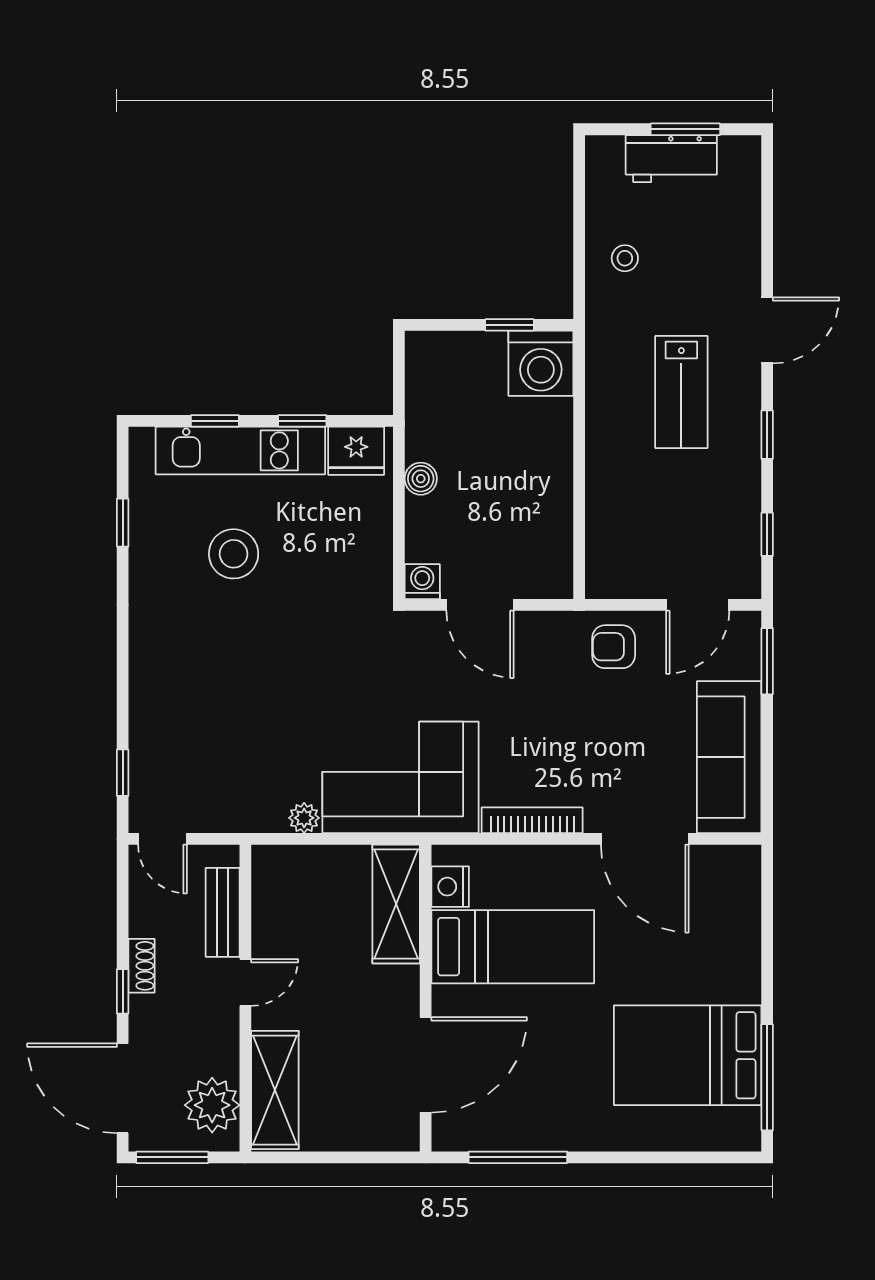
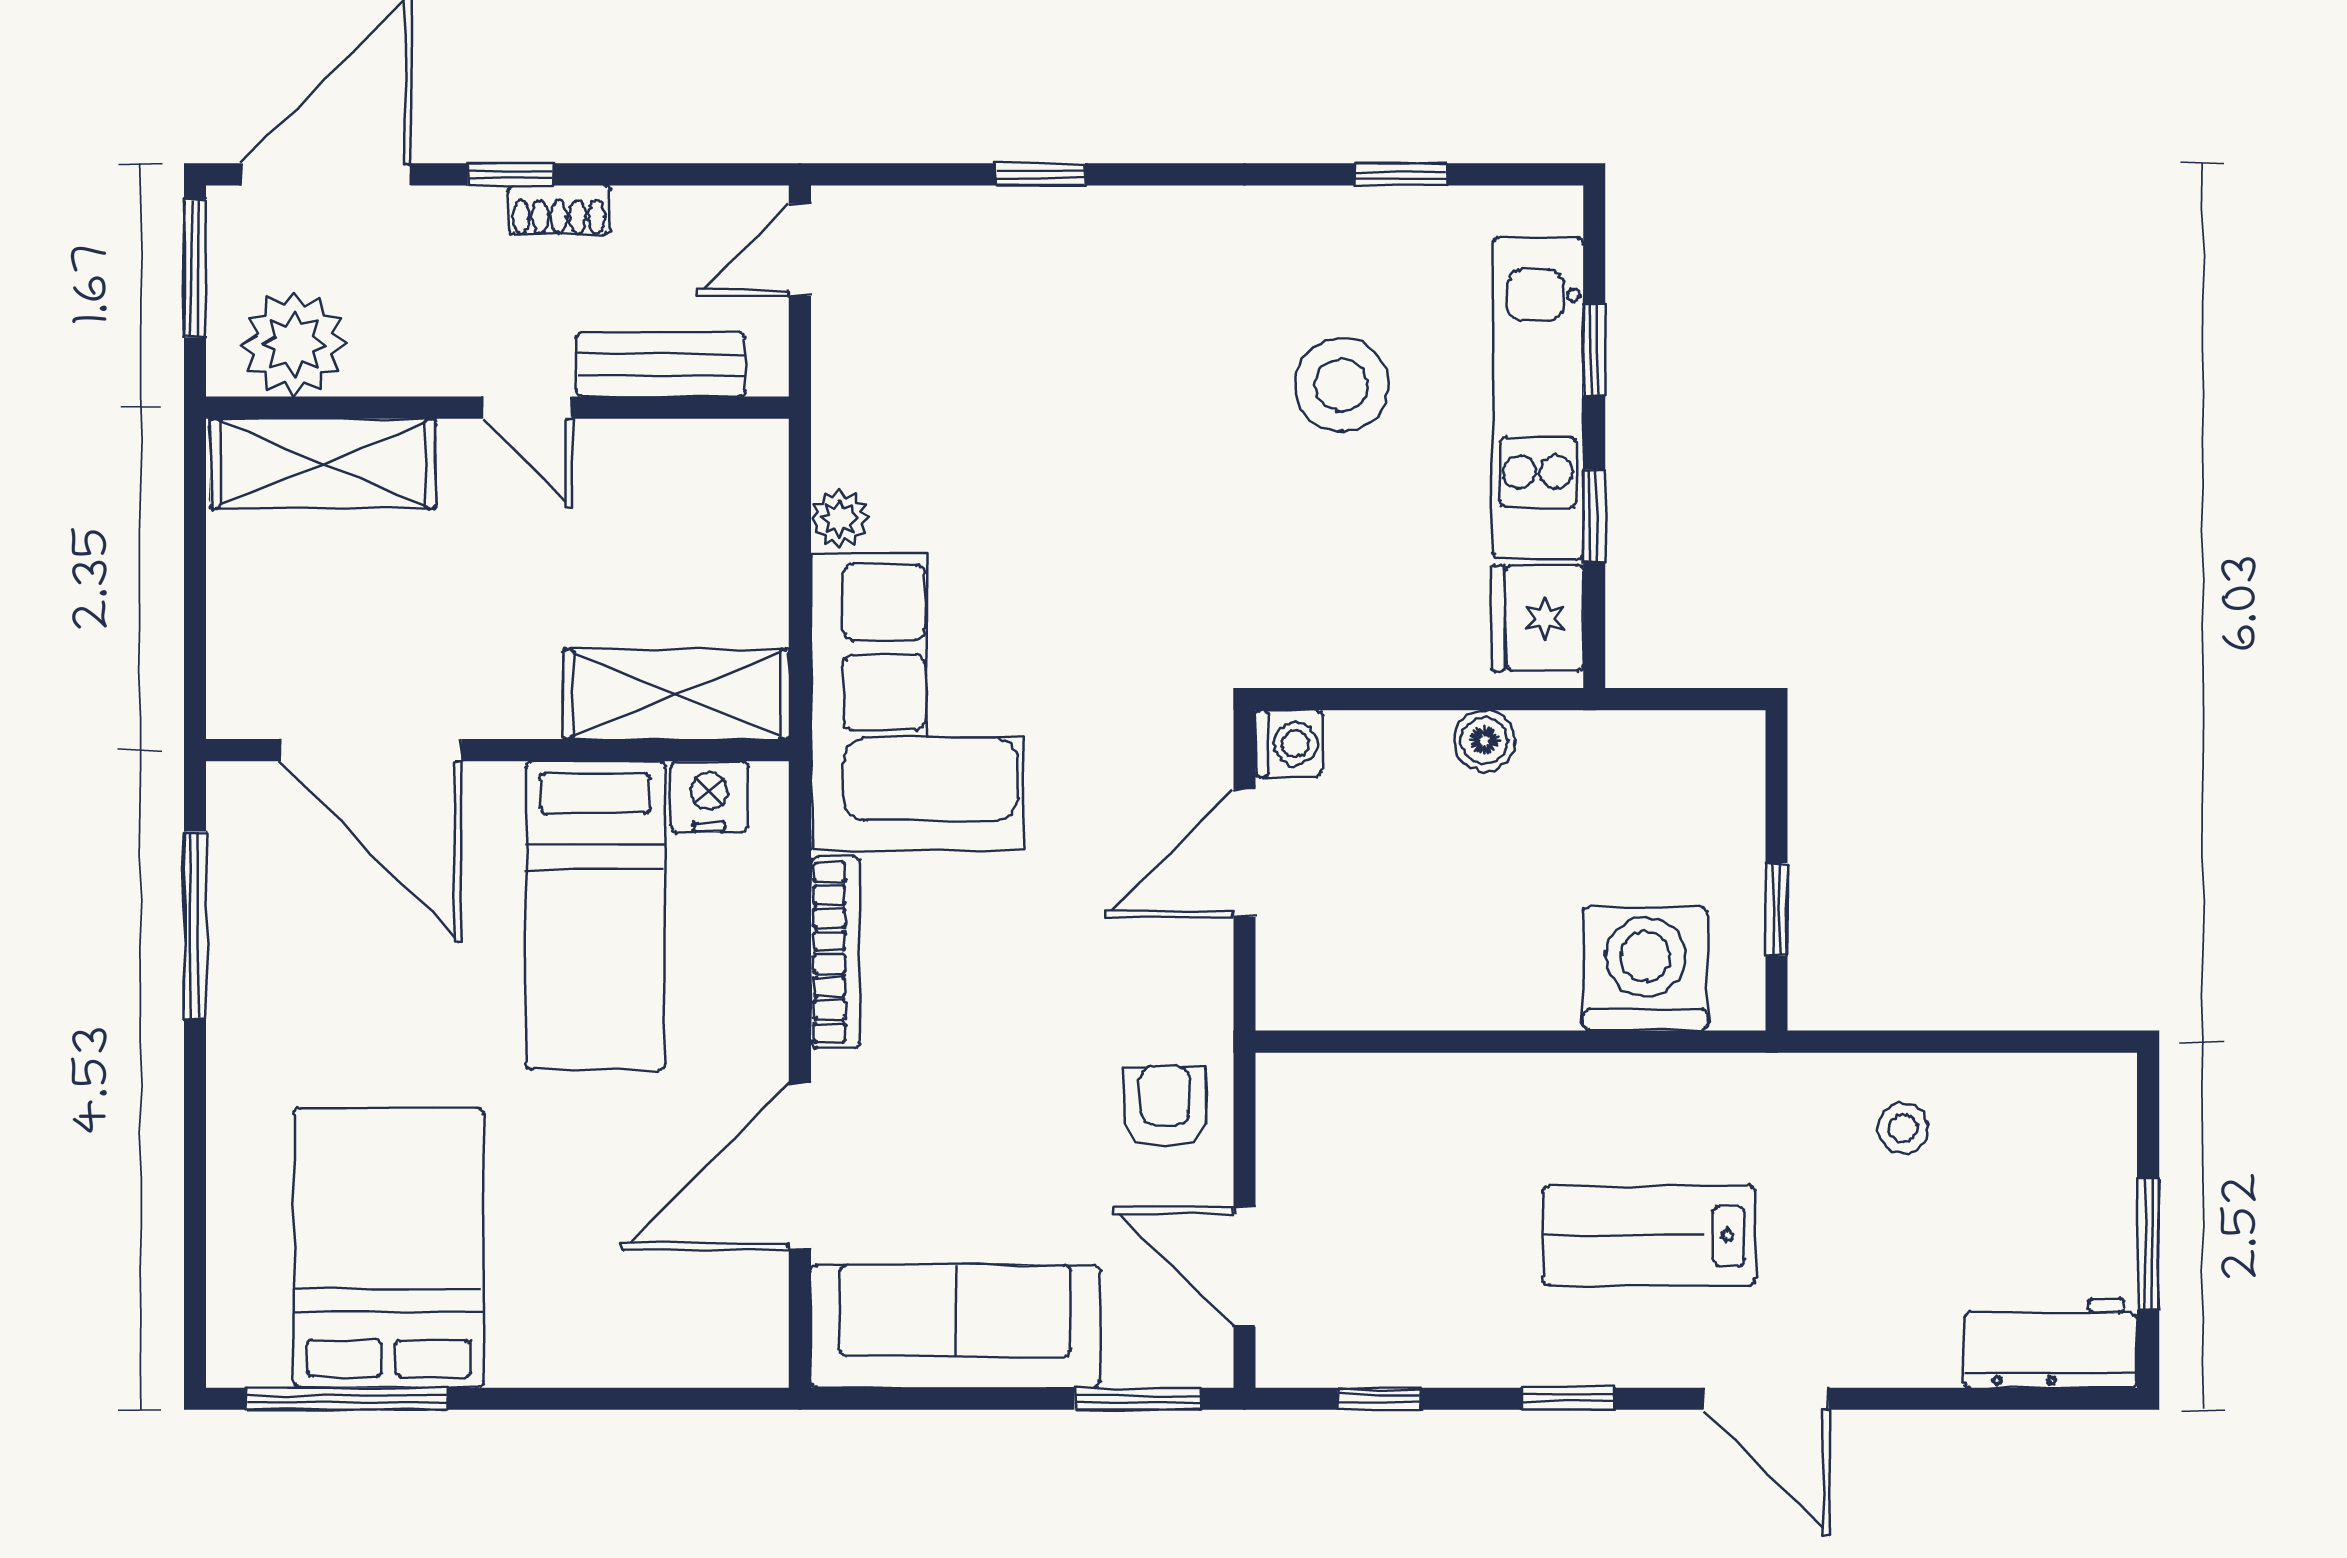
workbench: (671, 159) -> (2051, 1343), moved, turned 90
washing machine: (541, 363) -> (1645, 969), moved, turned 90
window: (123, 773) -> (1040, 174), moved

